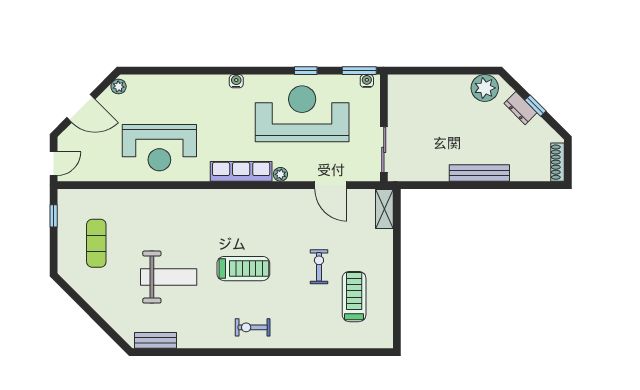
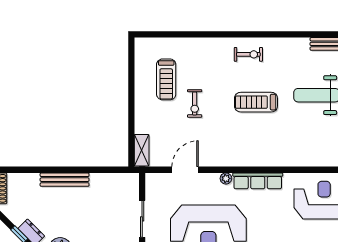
sliding door: (384, 150) -> (142, 219), moved
door: (331, 185) -> (185, 170), hinge flipped

